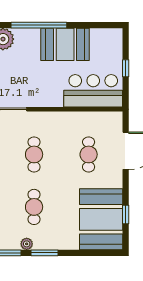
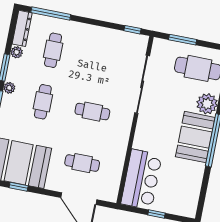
booth: (65, 44) -> (195, 137), moved
cafe table: (34, 207) -> (43, 102), turned 90

